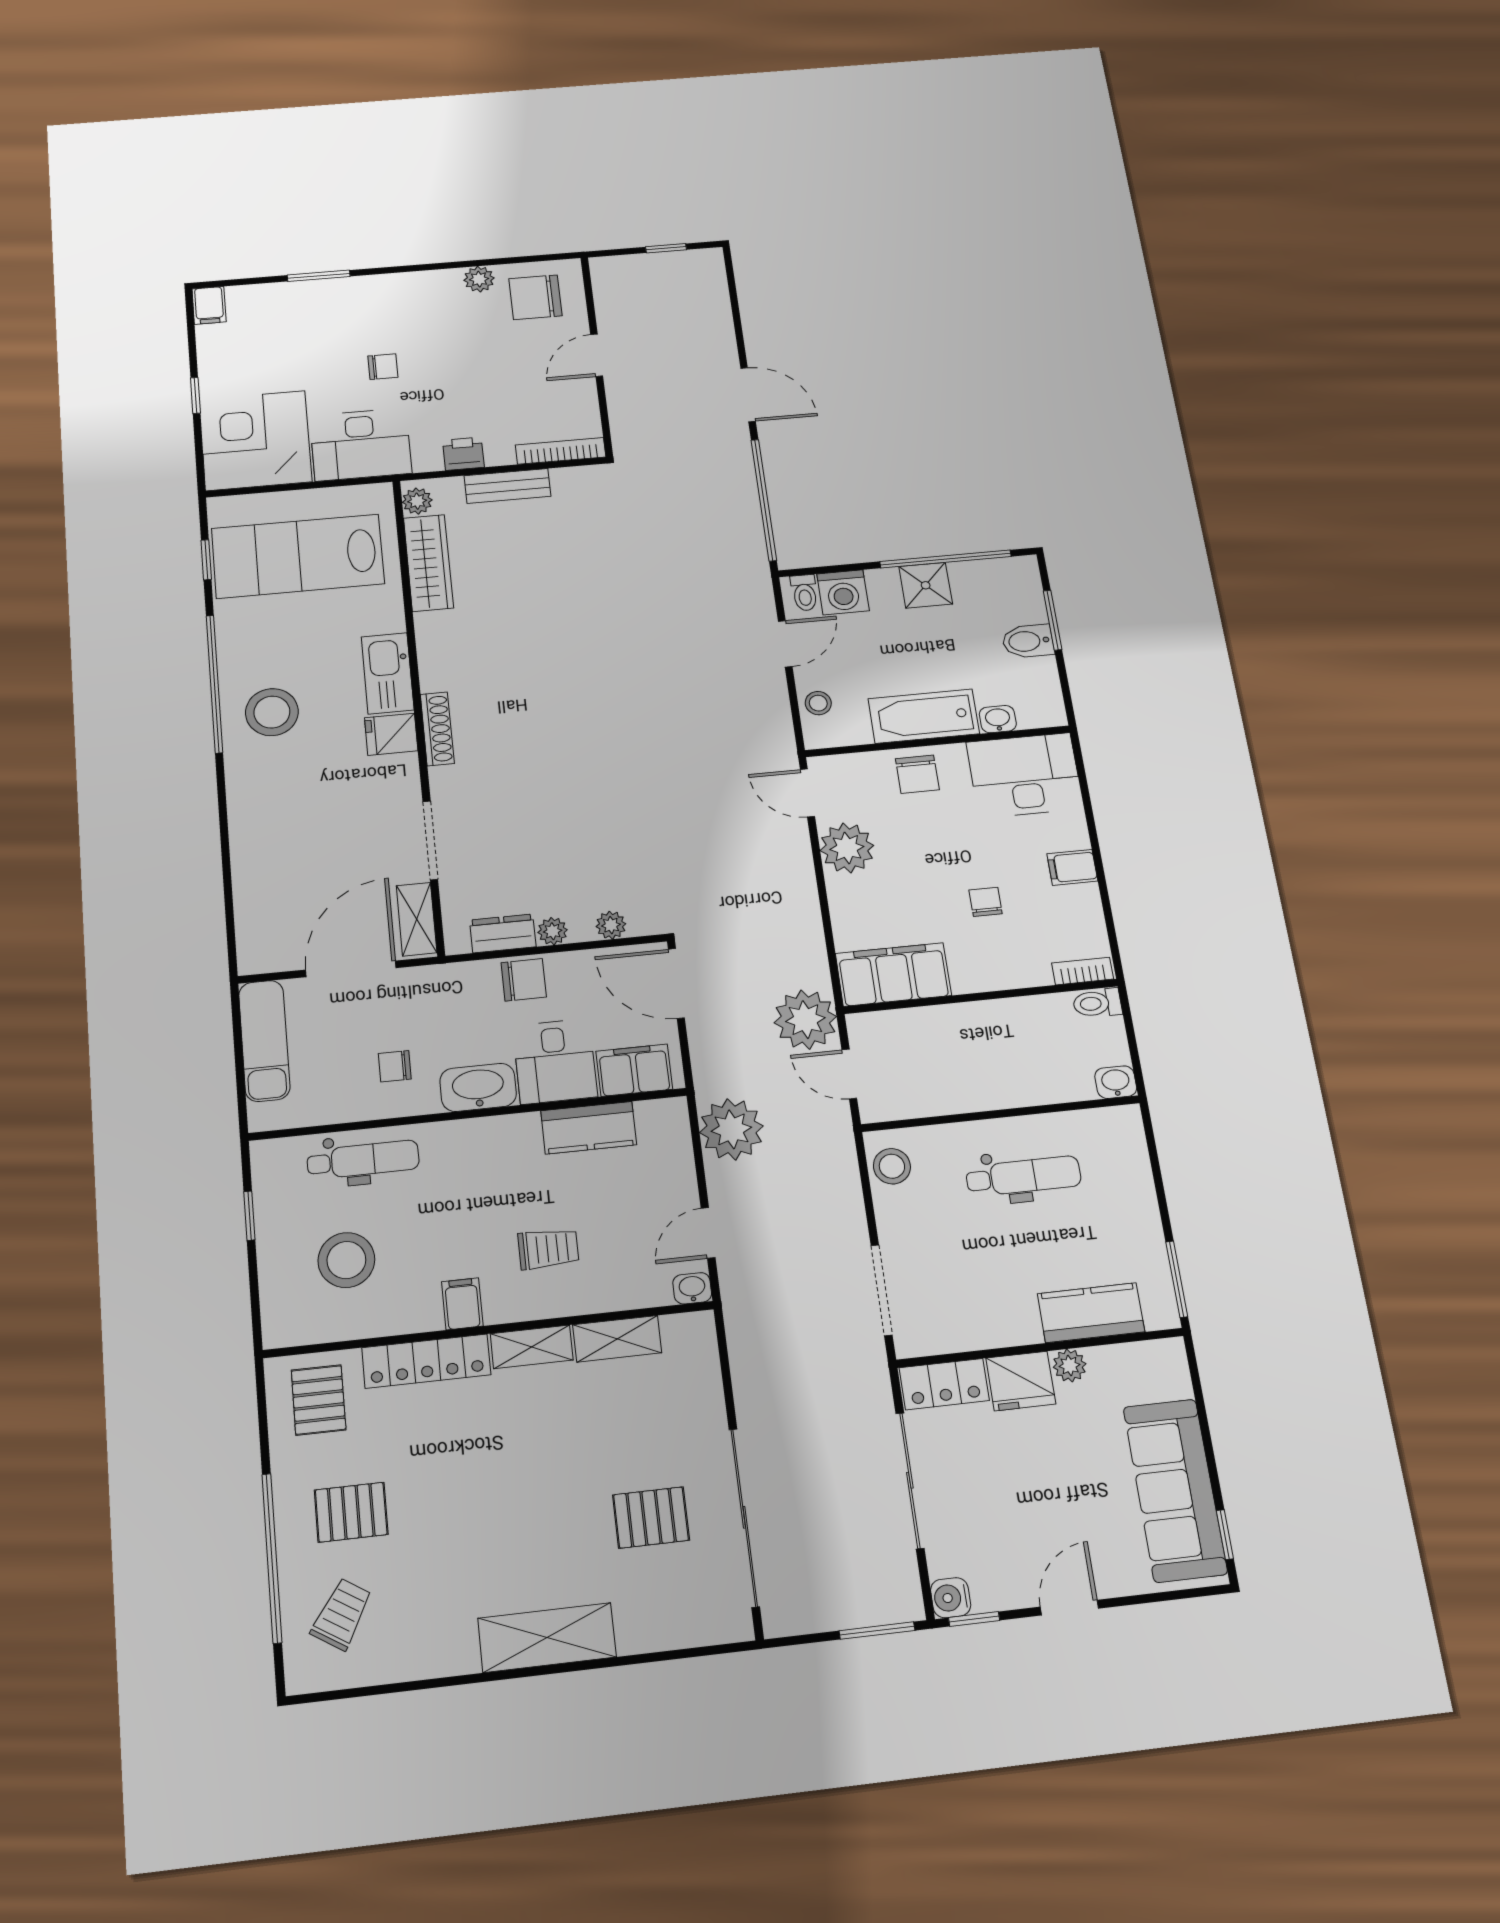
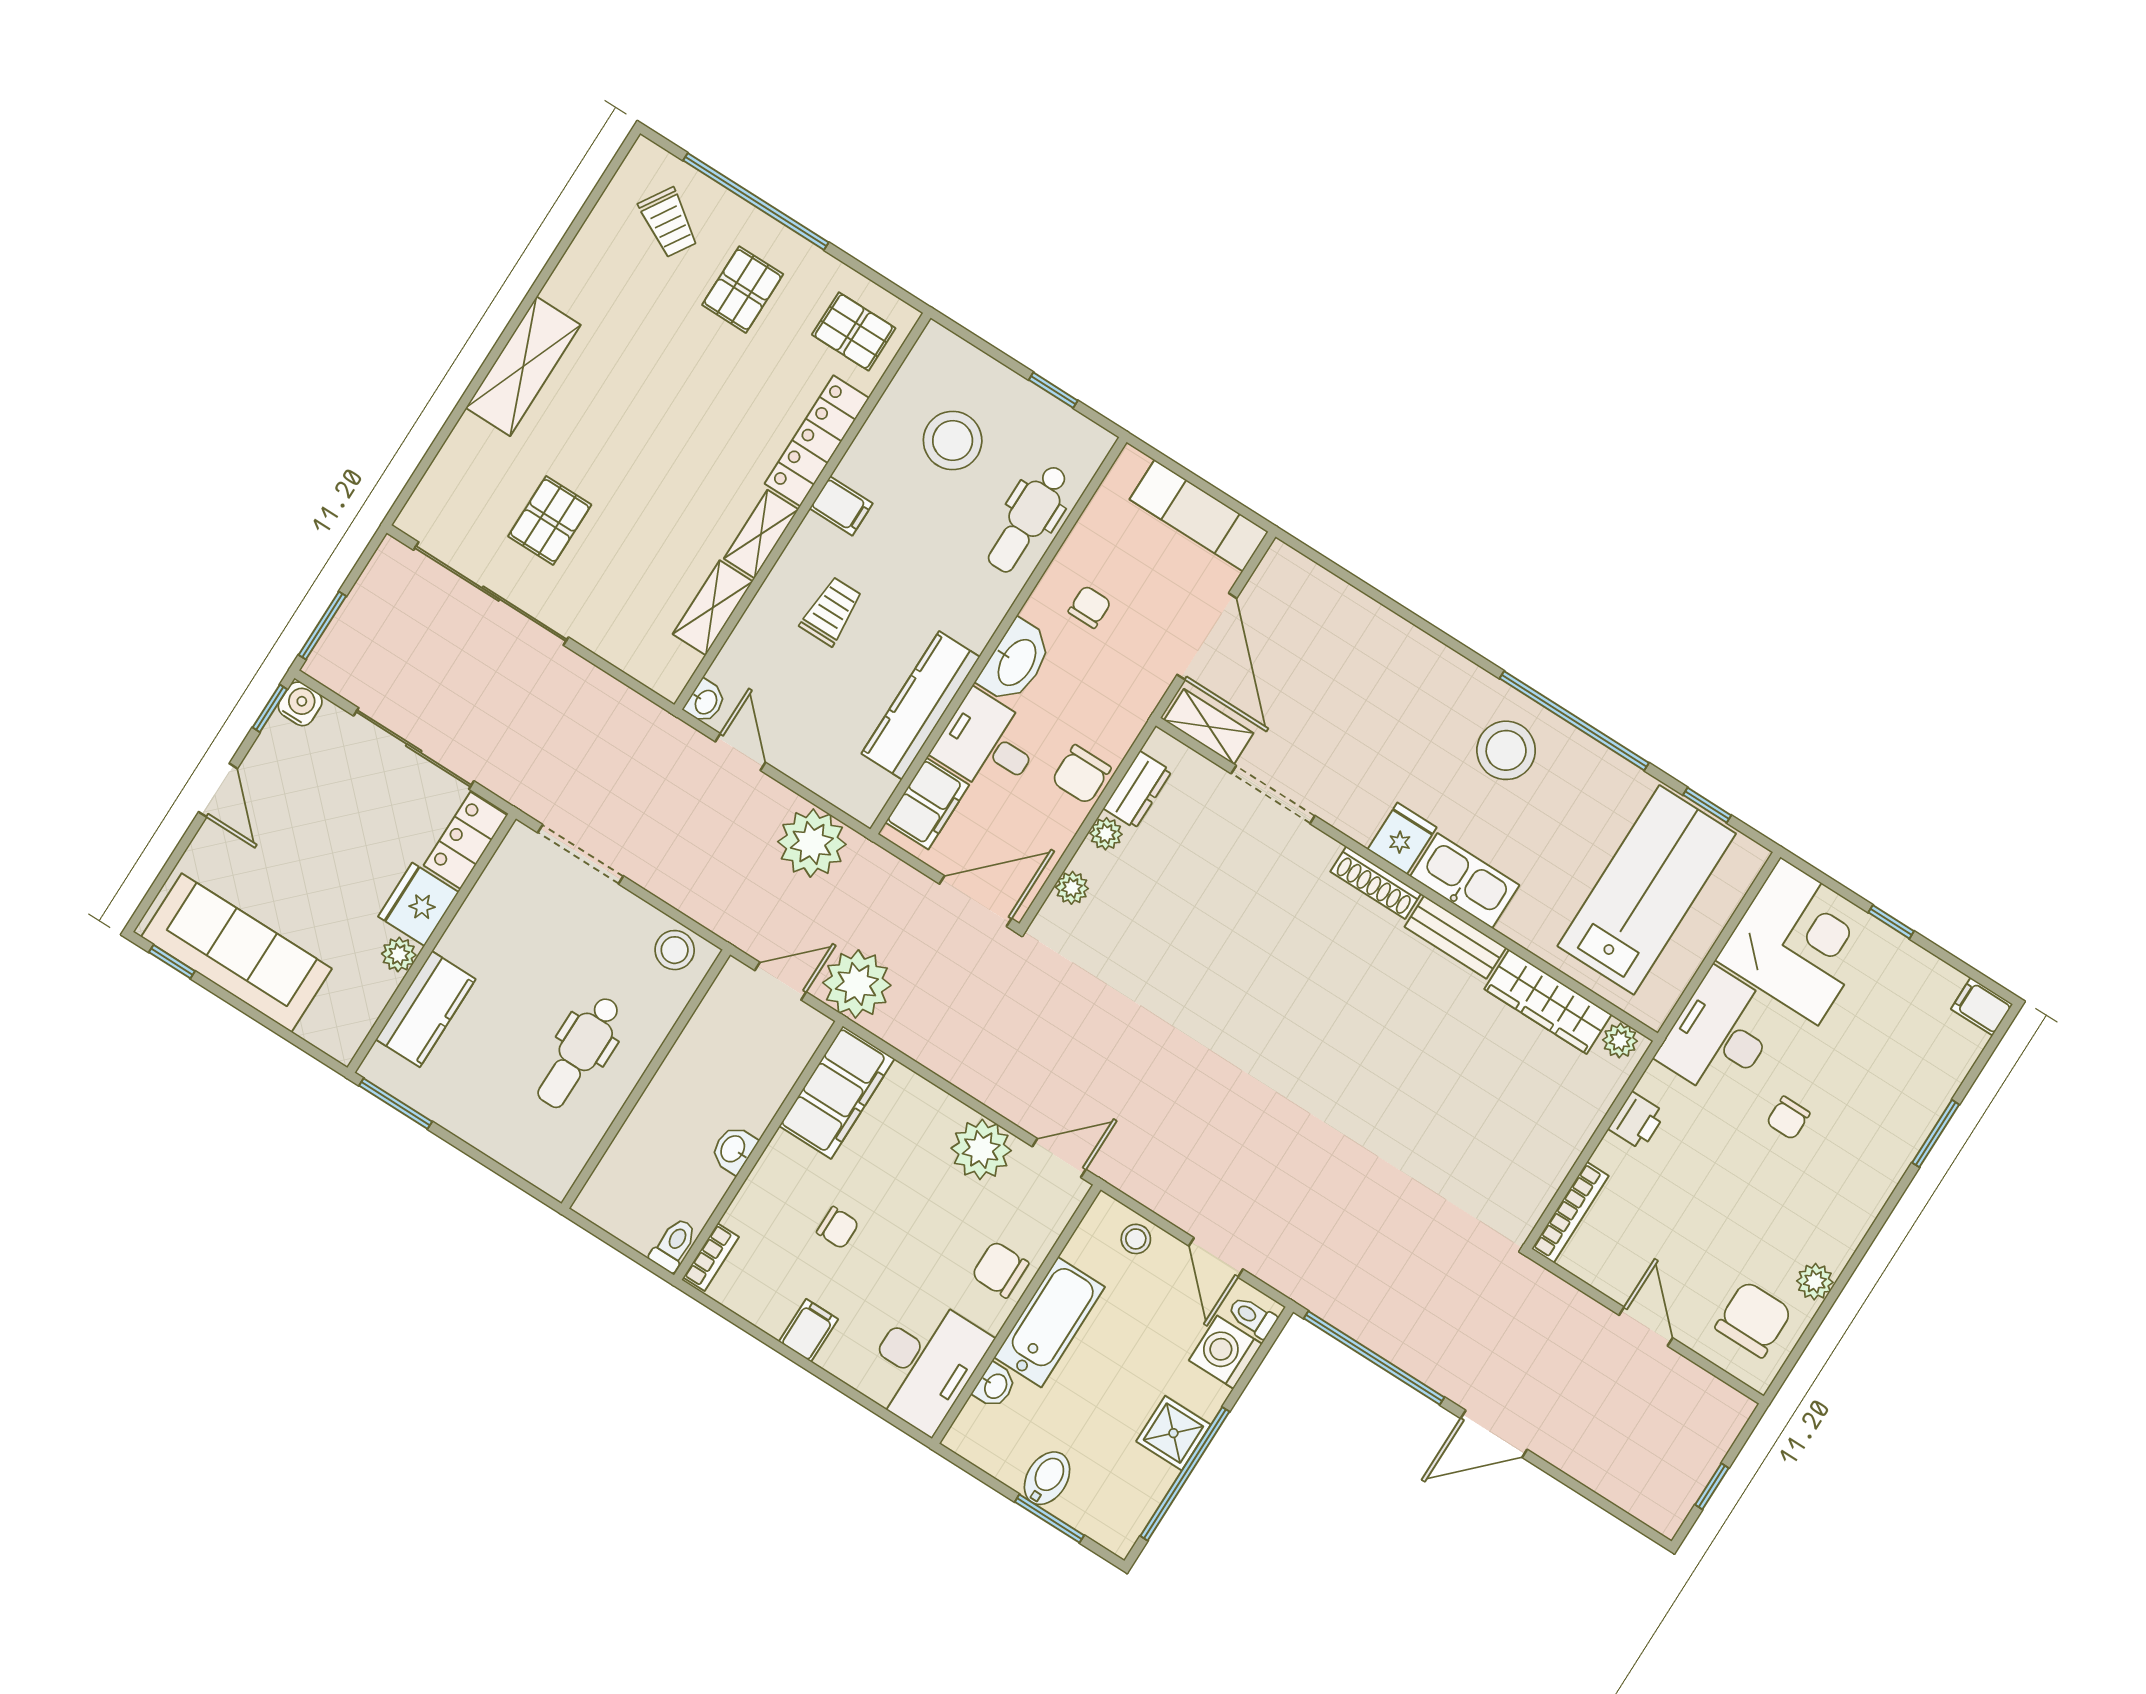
bench: (507, 486) -> (1455, 937), moved, turned 90
washbasin: (1116, 1082) -> (734, 1149), moved, turned 180
kitchen counter: (589, 1128) -> (921, 705), width x1.50
trolley: (548, 1249) -> (831, 611), turned 180

